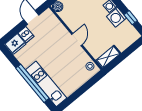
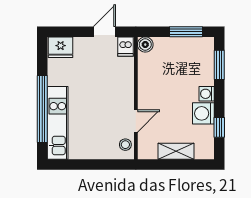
dishwasher: (26, 35) -> (125, 47), moved
door: (77, 40) -> (136, 121), moved
shelving: (108, 57) -> (176, 151), moved

